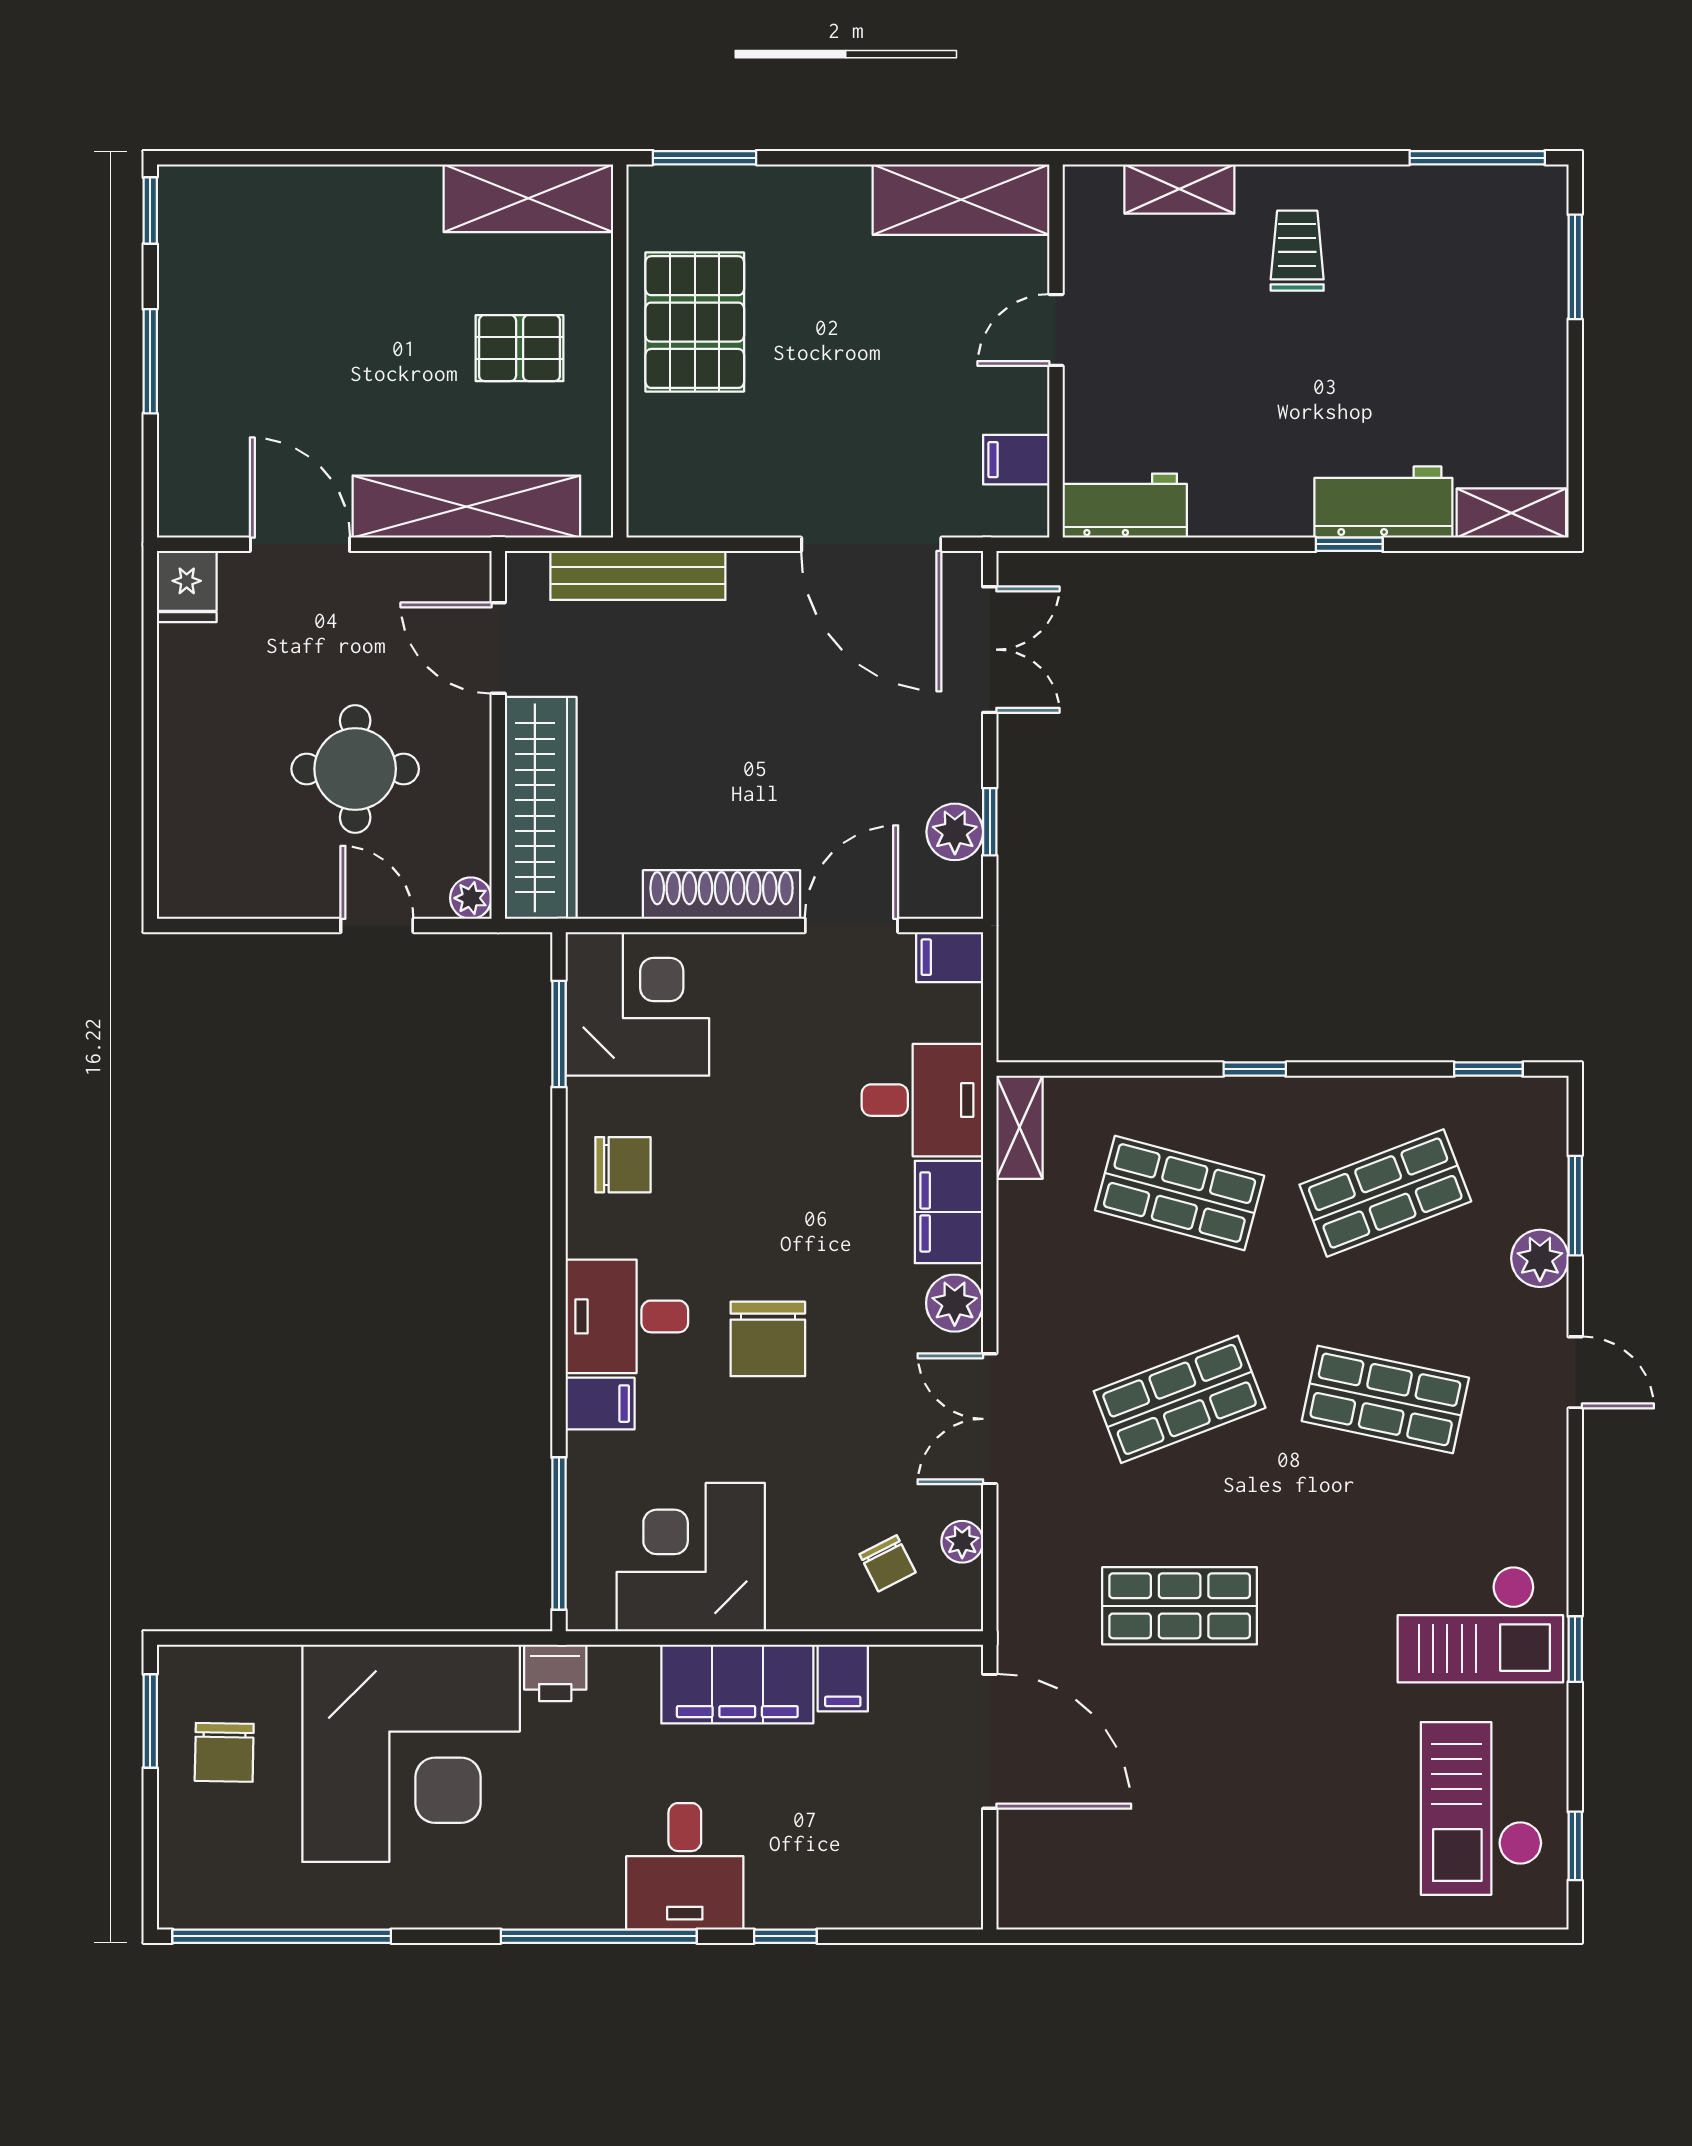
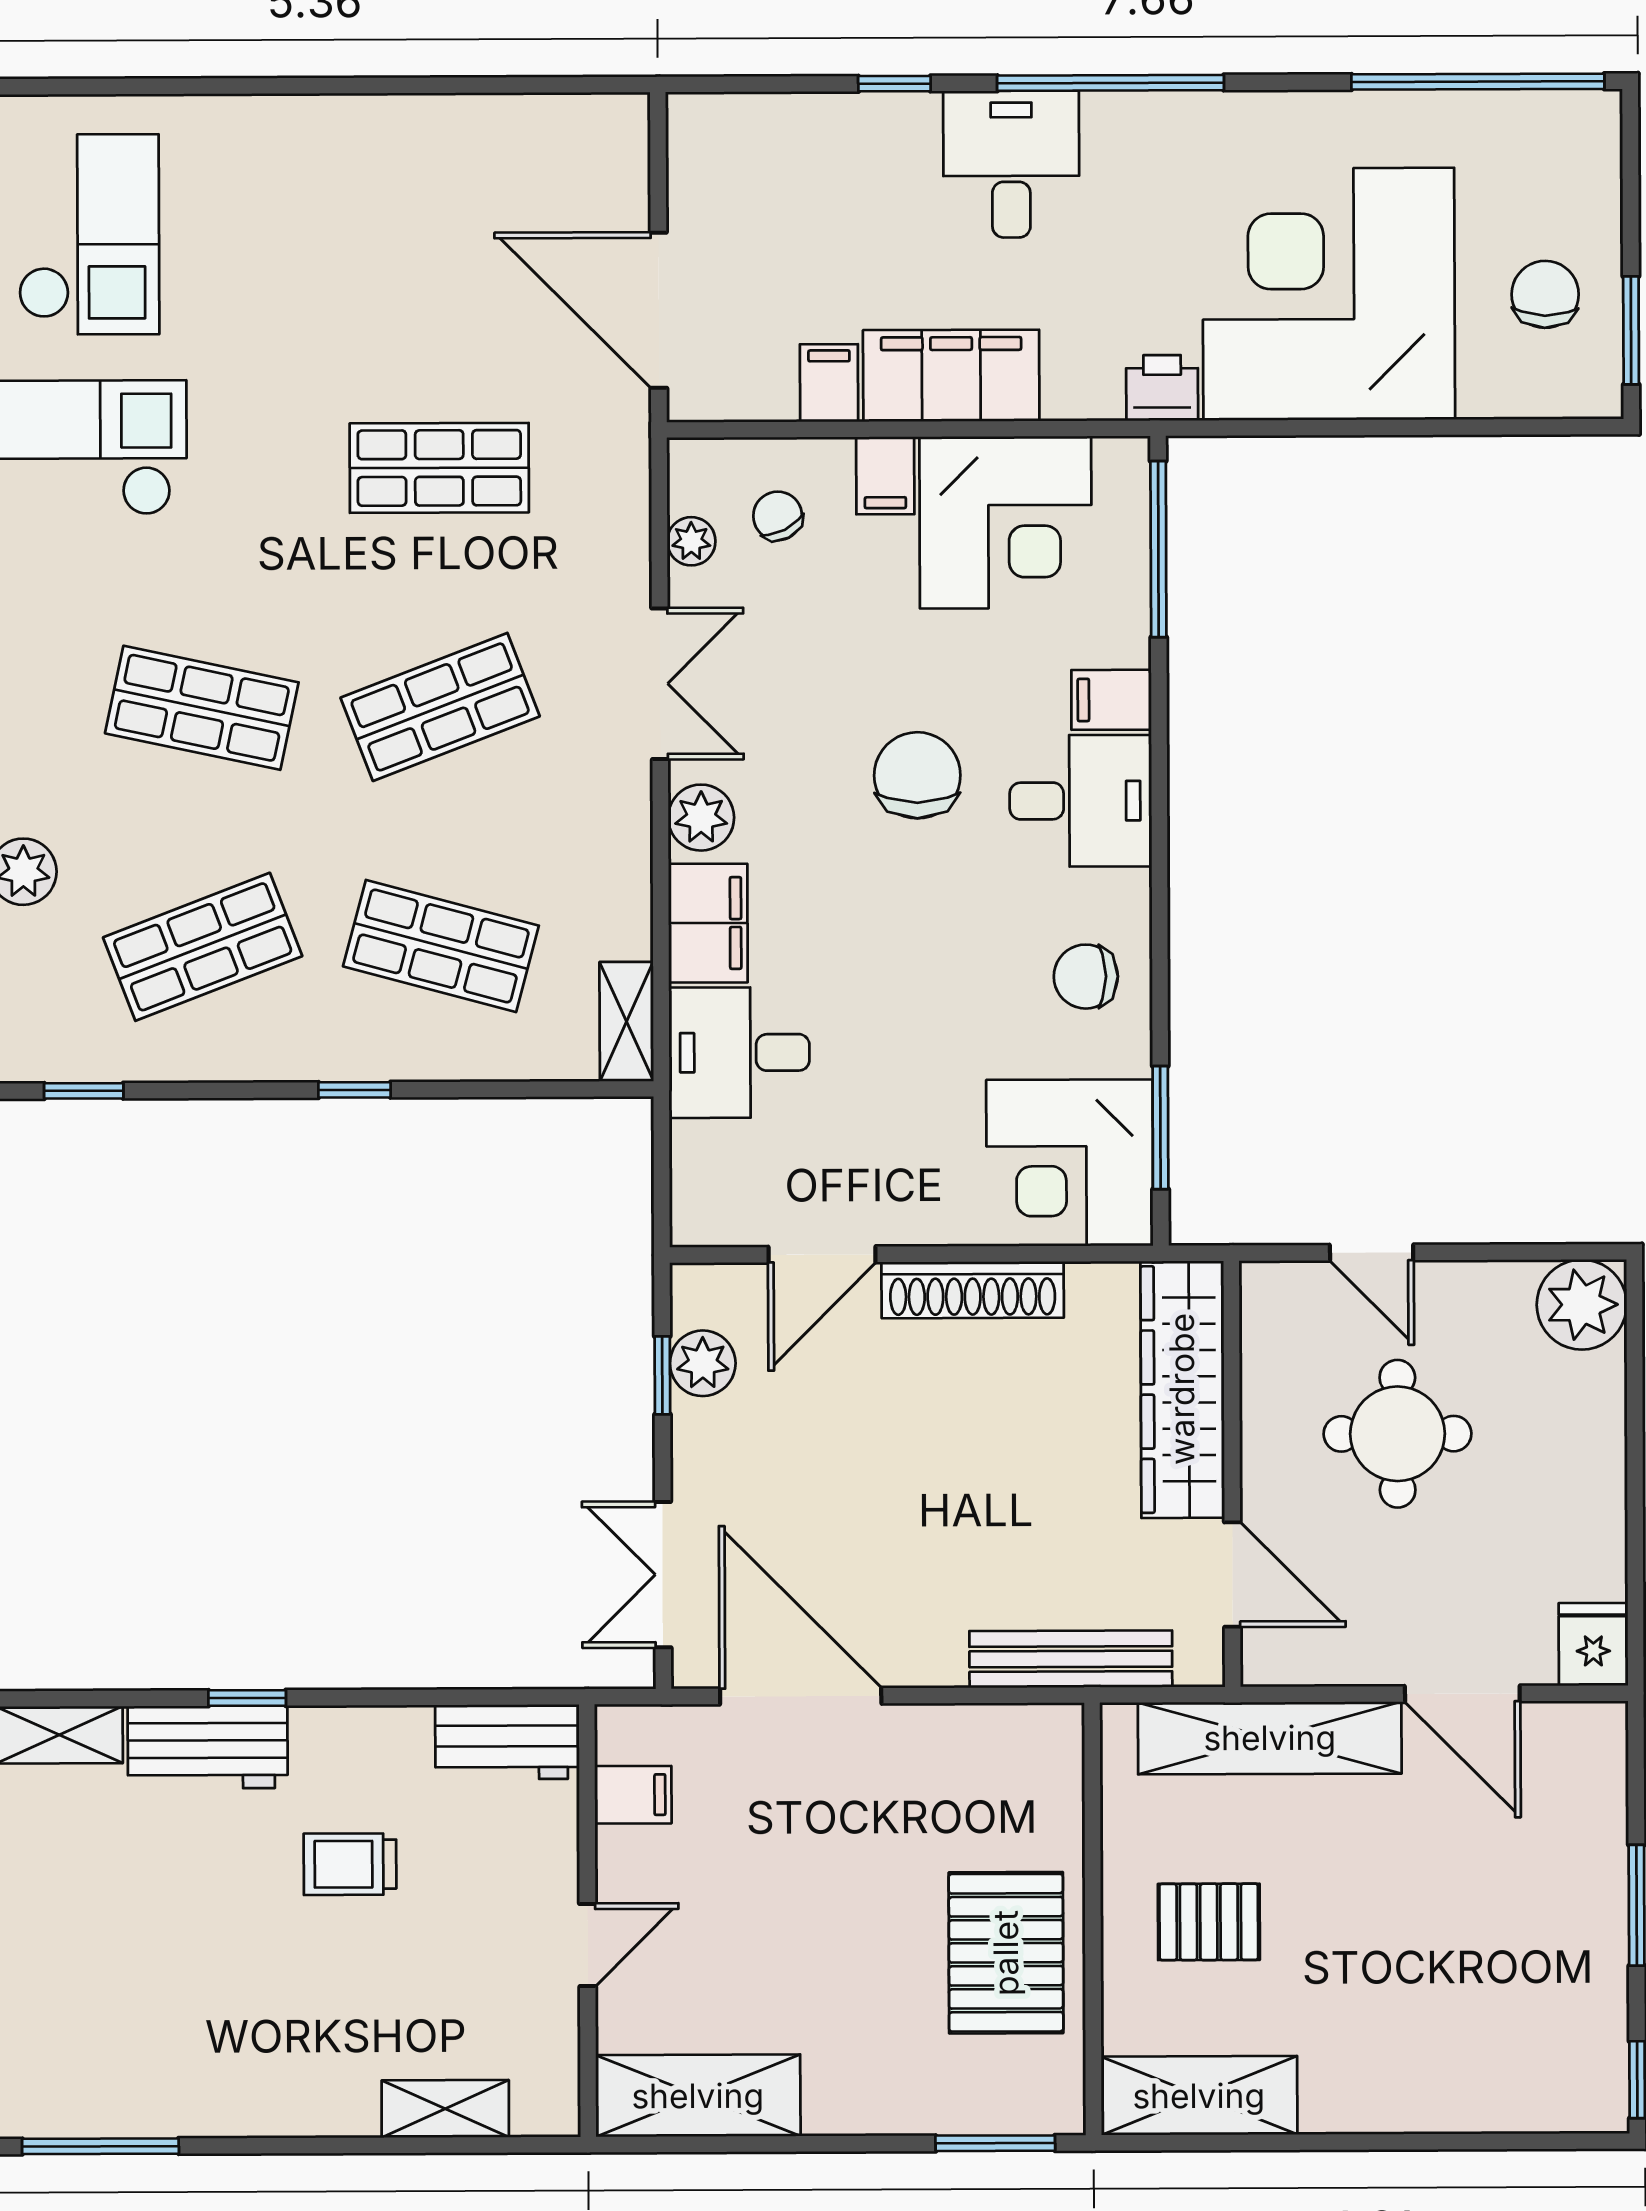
trolley: (1297, 251) -> (350, 1864), moved, turned 90
plant: (471, 898) -> (1582, 1305), moved, width x1.87, depth x1.87
filing cabinet: (950, 957) -> (885, 476), moved, turned 90

